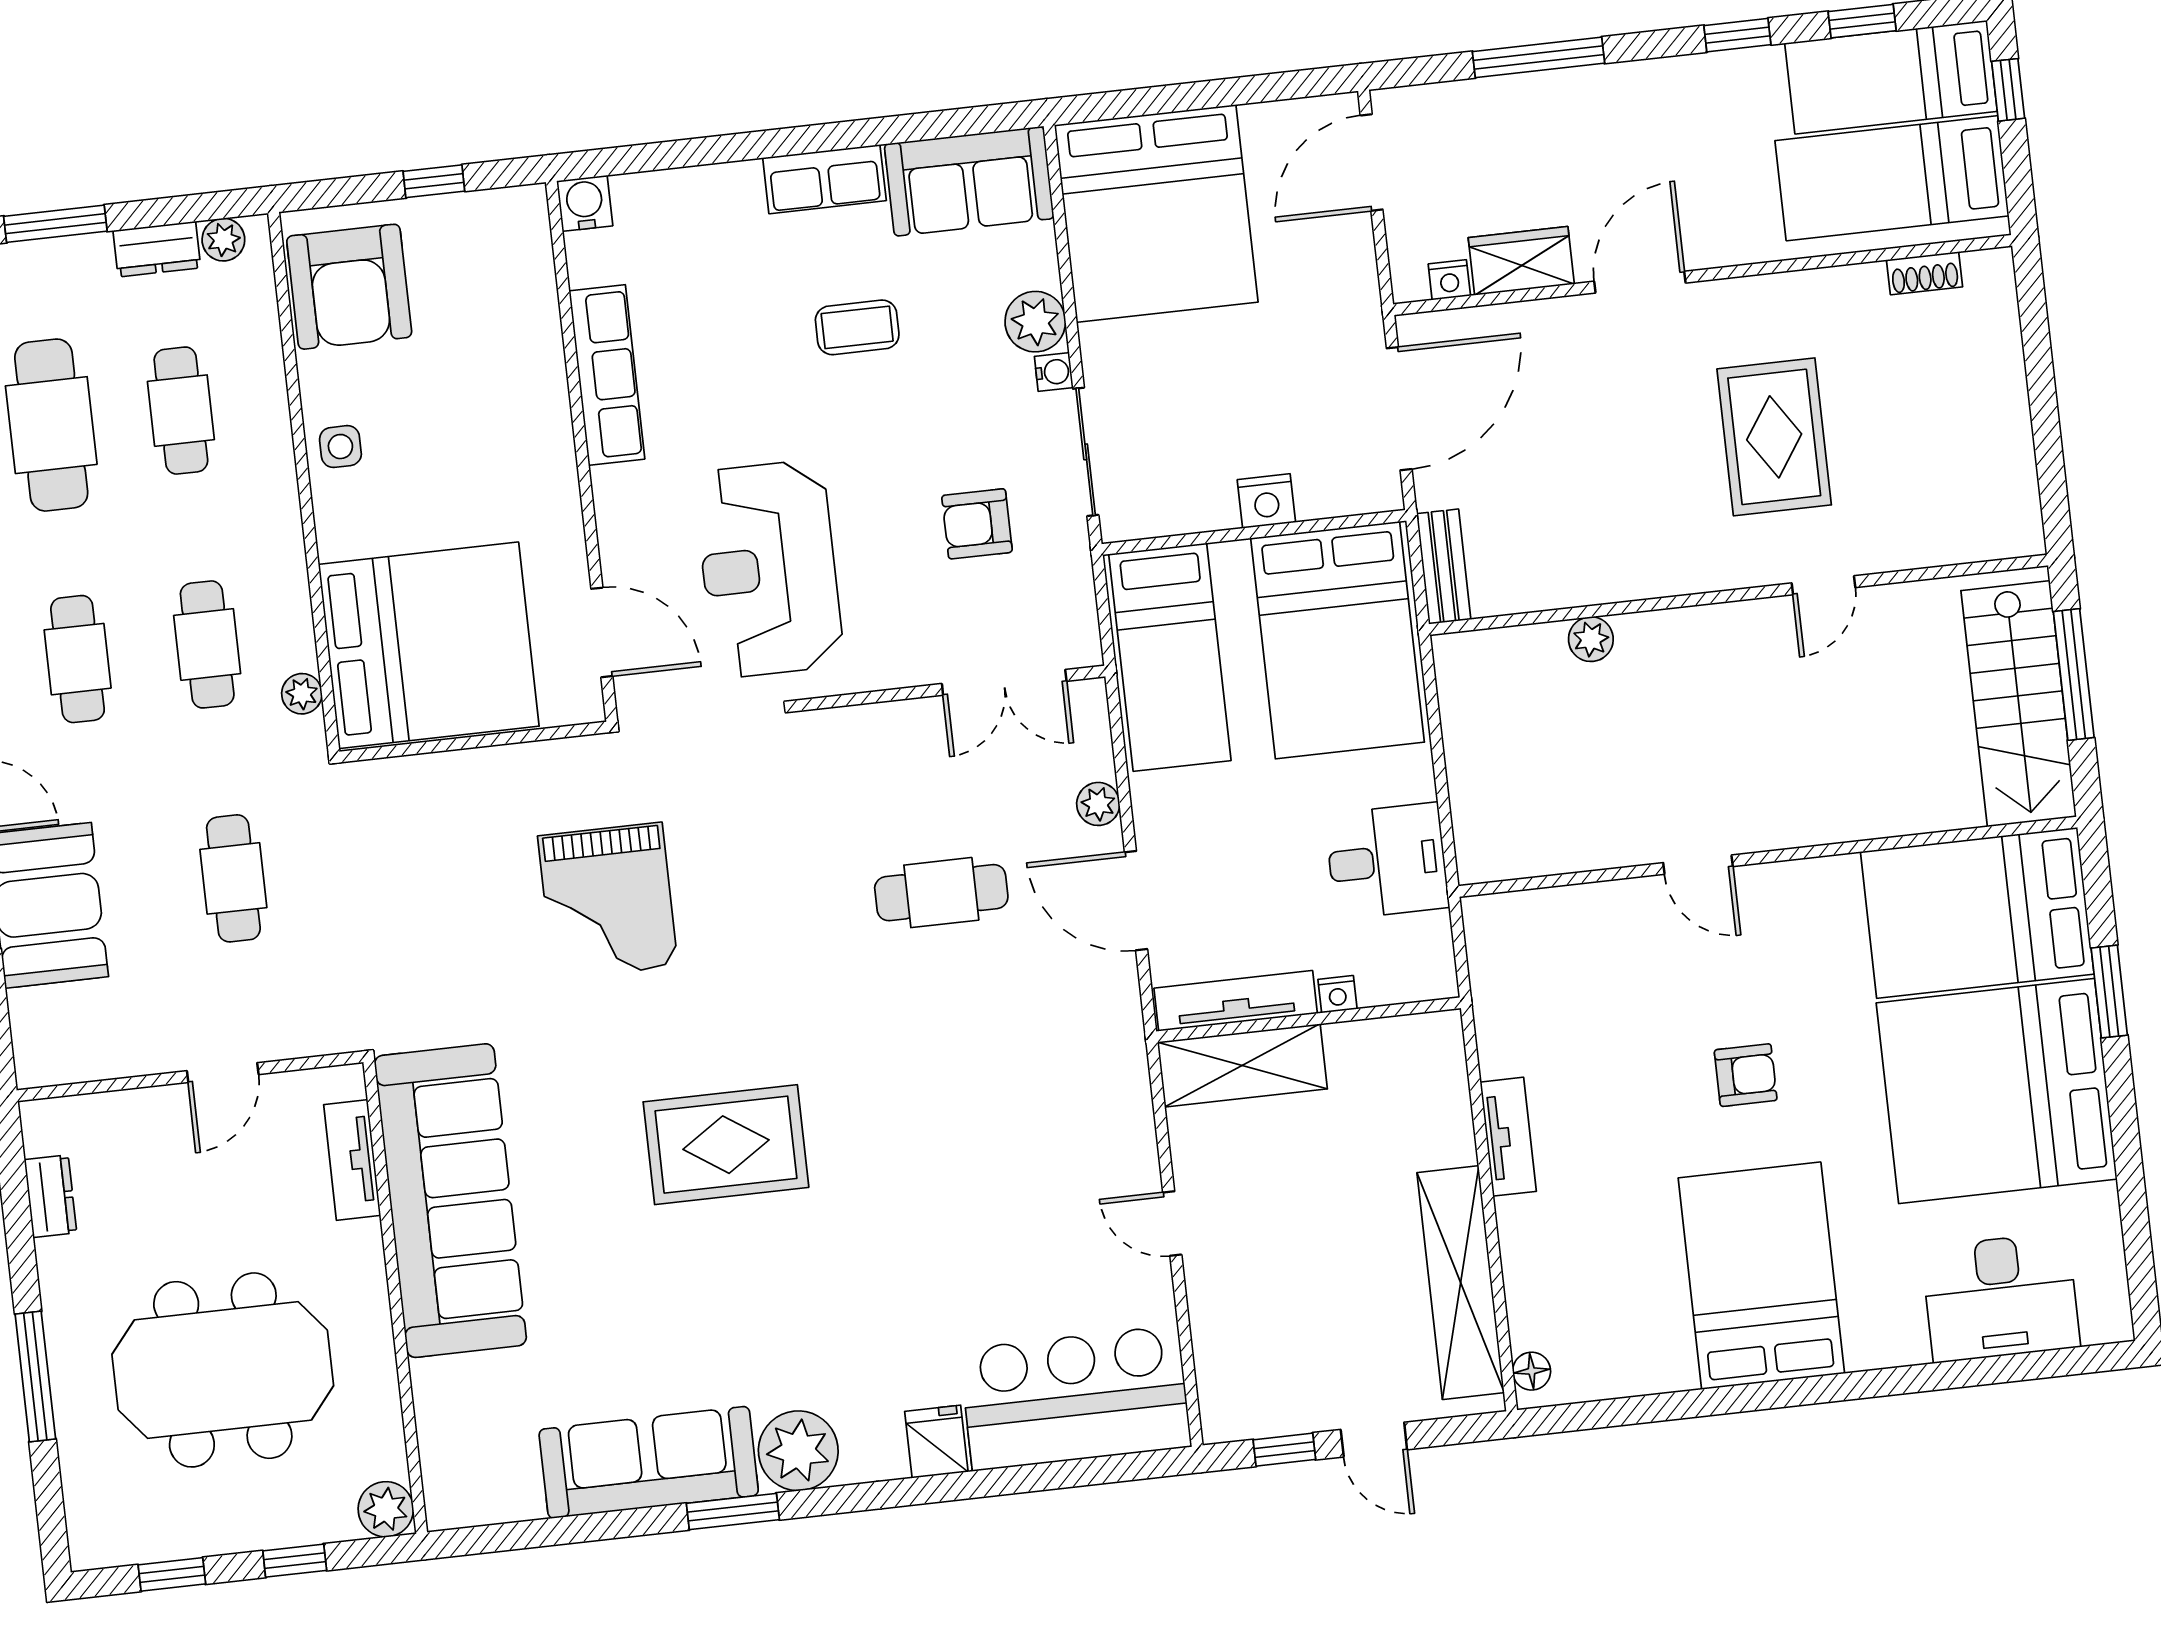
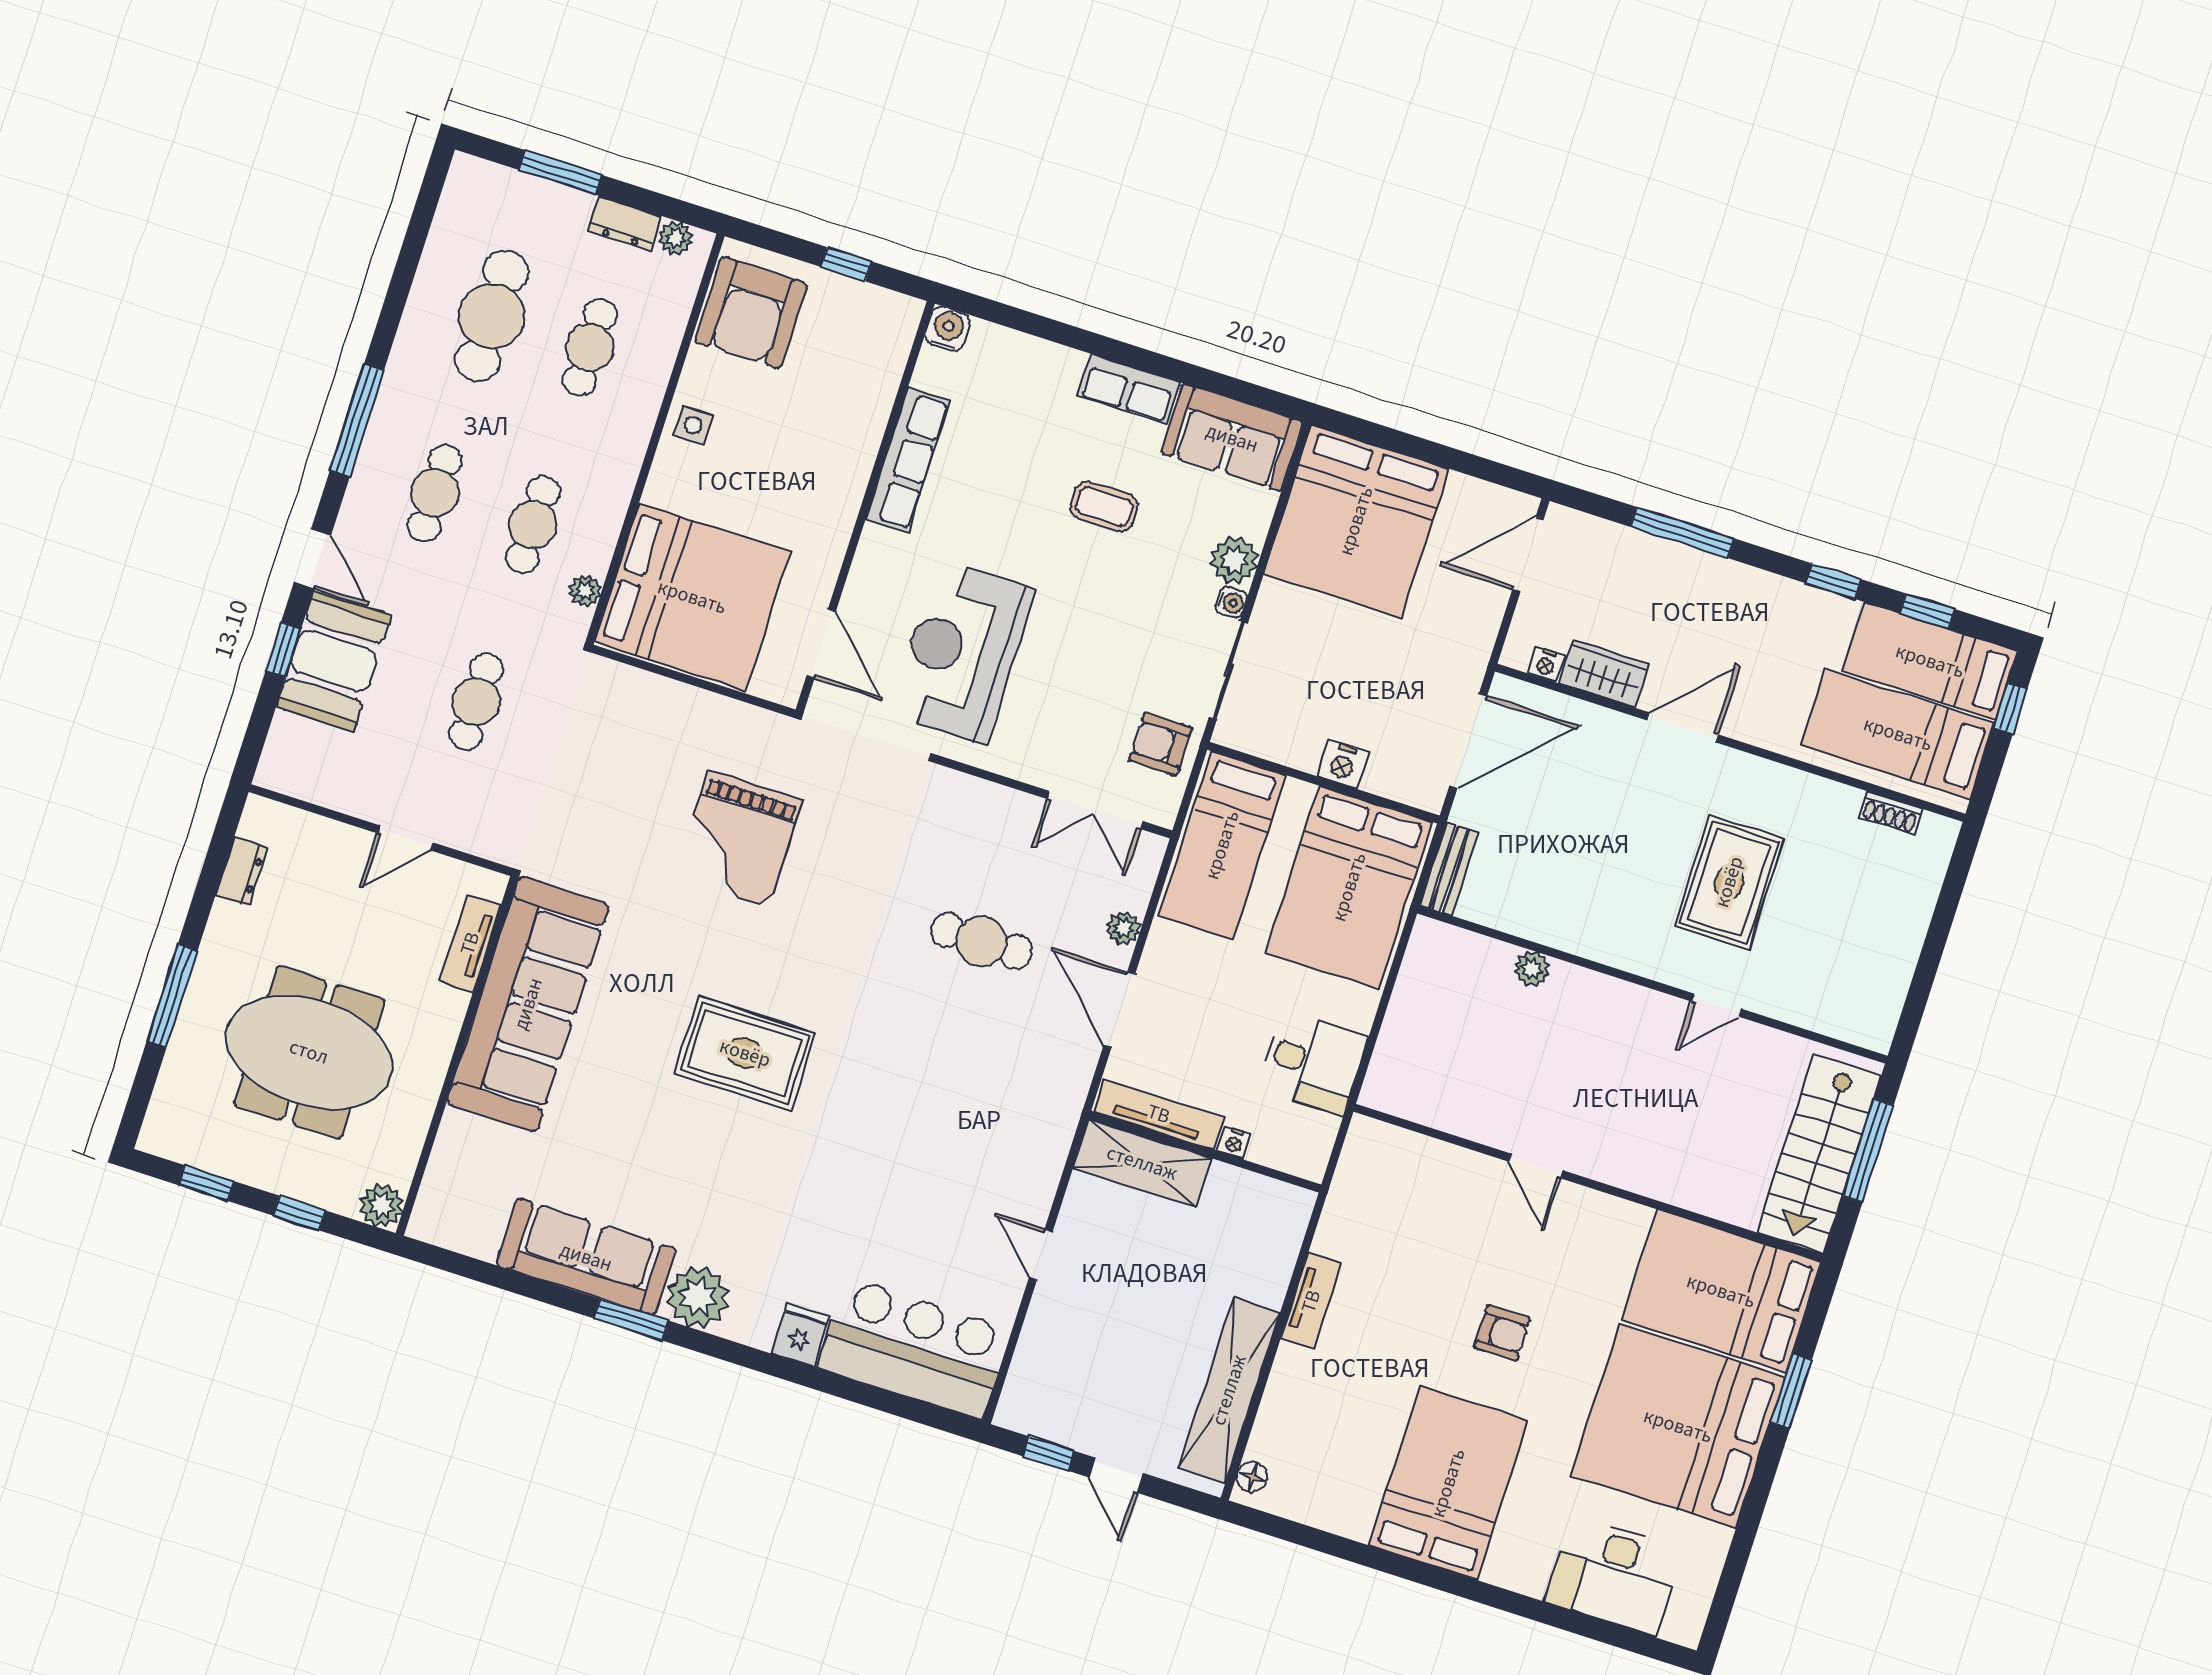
armchair: (977, 524) -> (1160, 744), moved

